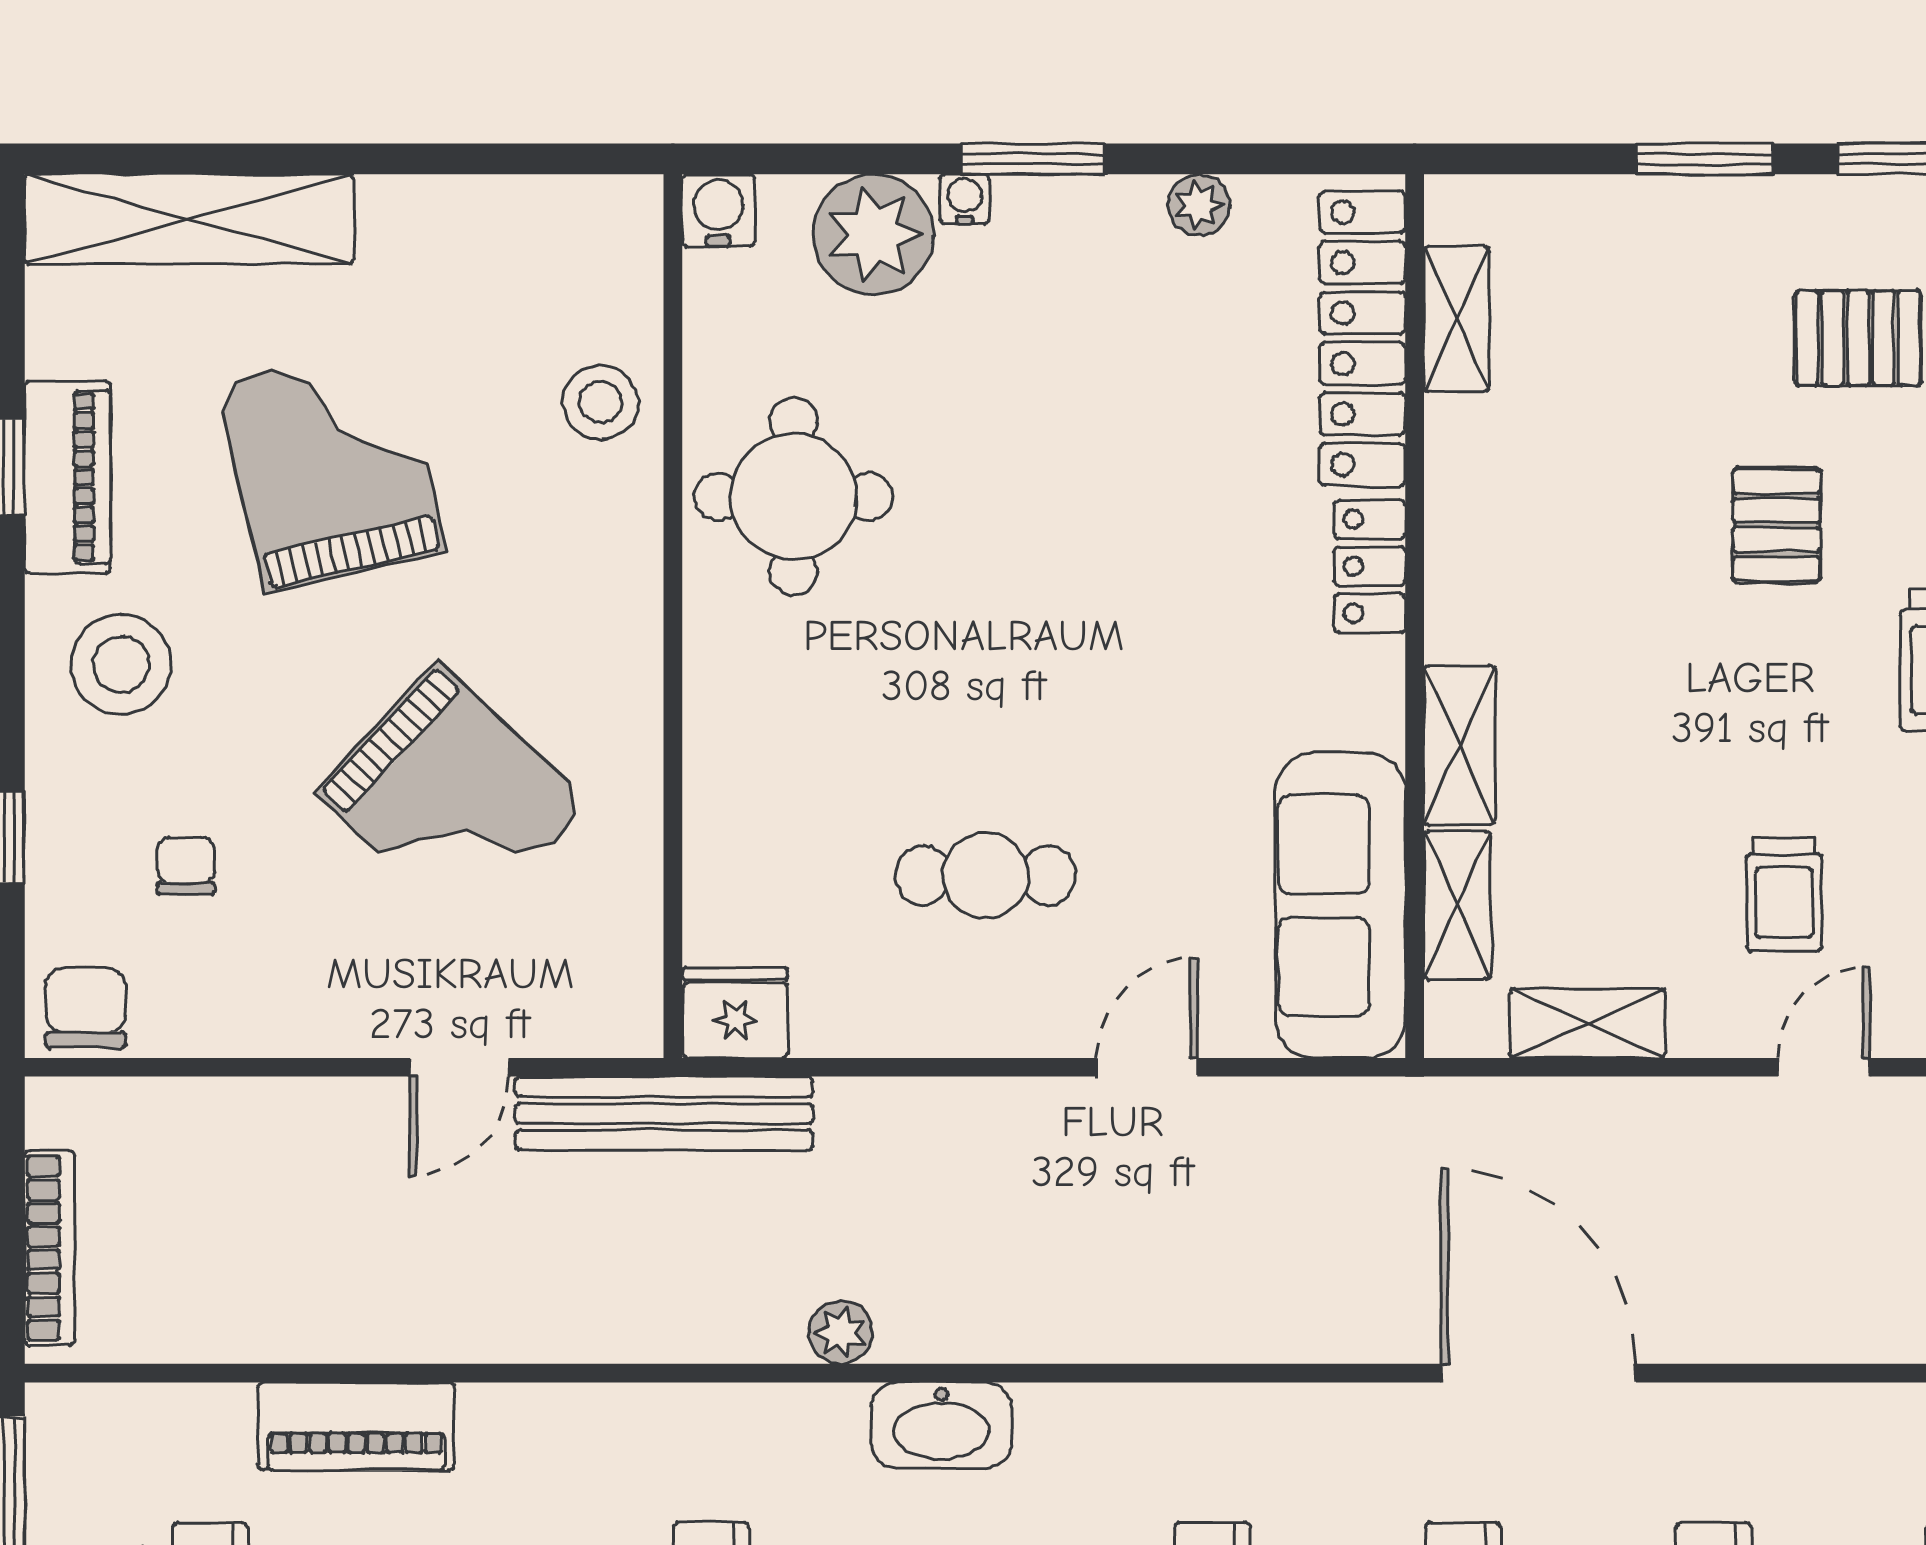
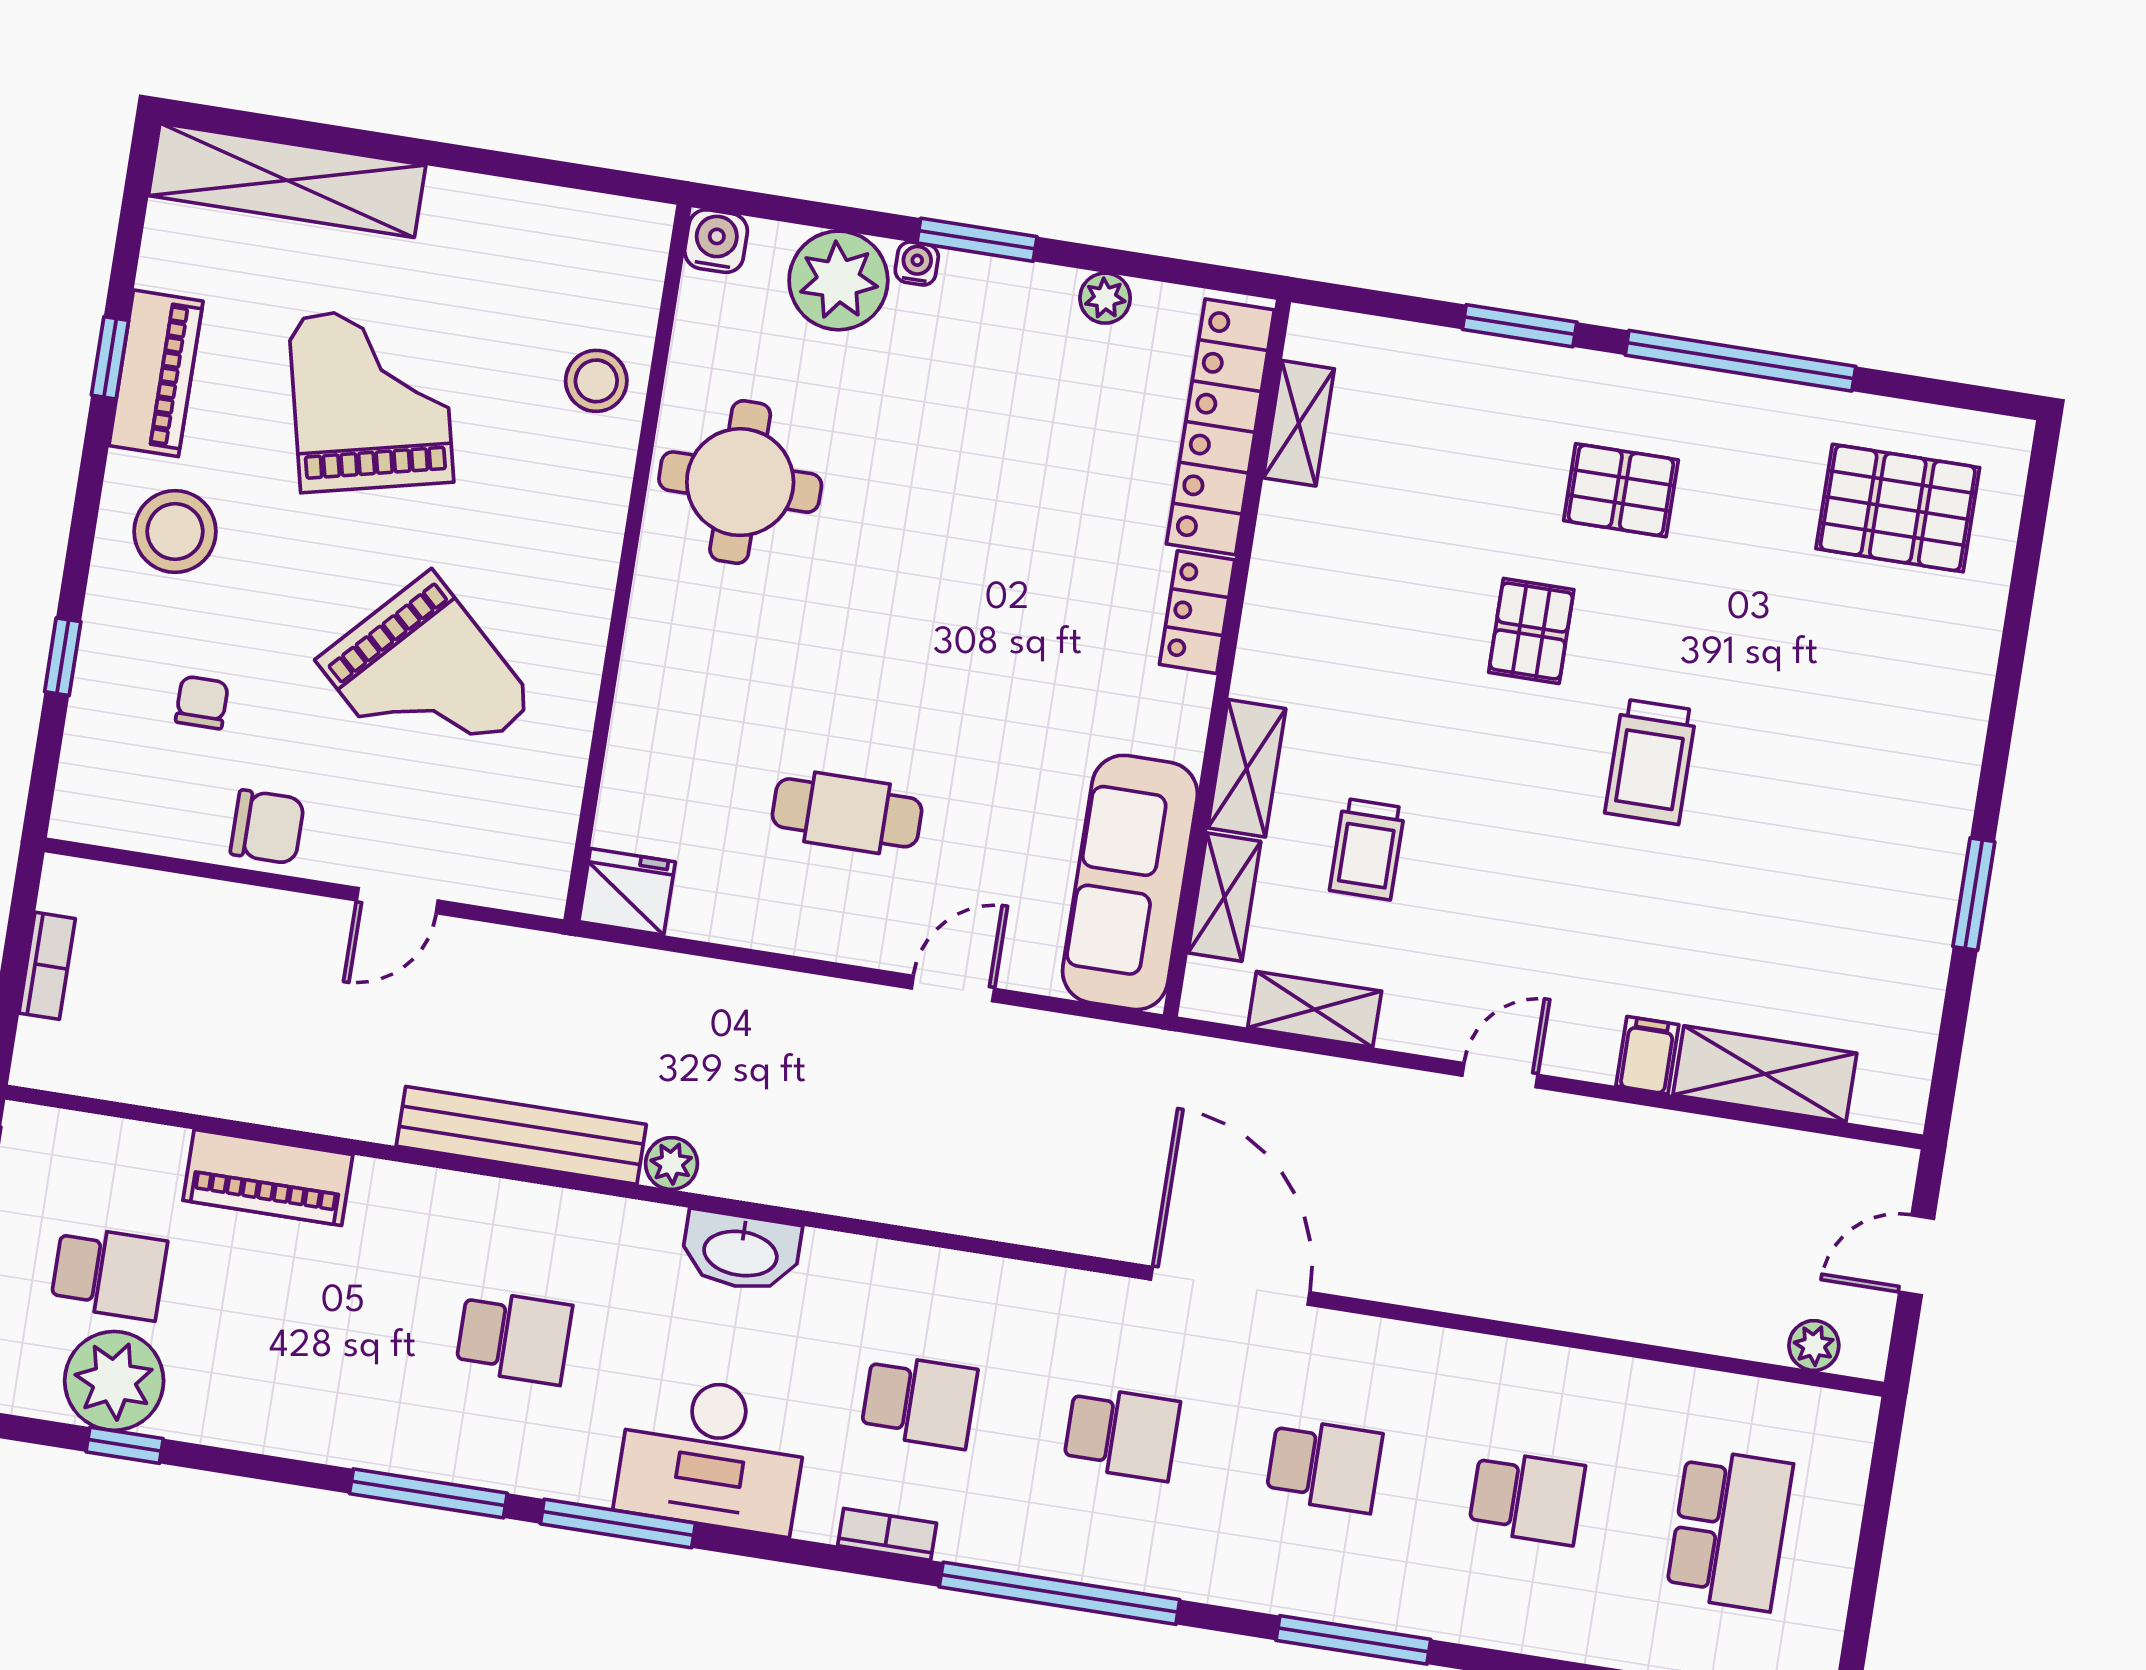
trolley: (1784, 895) -> (1367, 849), moved
chair: (86, 1008) -> (267, 827), moved, turned 90
bench: (664, 1114) -> (521, 1135), moved
bookcase: (50, 1248) -> (47, 966), width x0.64

